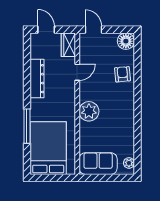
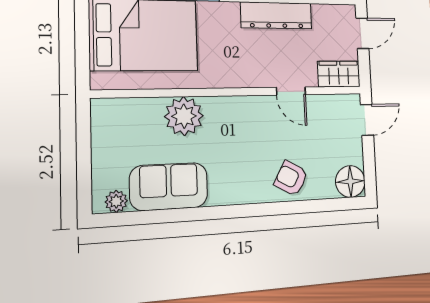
armchair: (123, 74) -> (291, 178), turned -146
plant: (89, 111) -> (184, 116), moved
sofa: (98, 164) -> (169, 187), moved, turned -90

